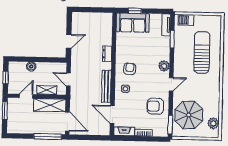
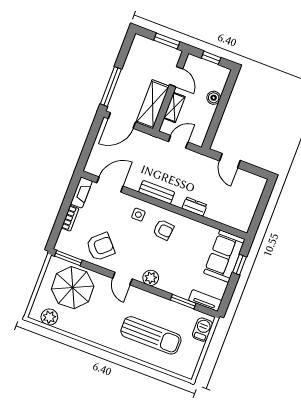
bench: (106, 86) -> (157, 192), width x0.73
armchair: (155, 106) -> (100, 247), turned 48

